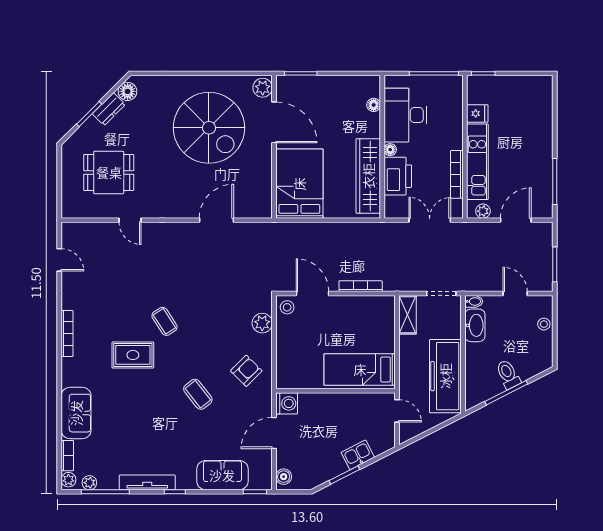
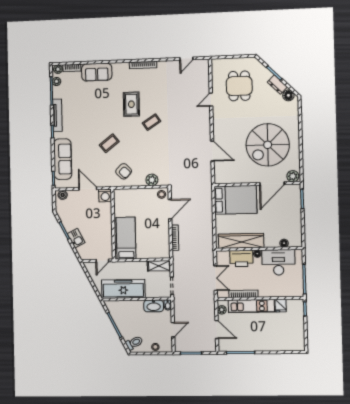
toilet: (508, 374) -> (134, 343), moved
sofa: (222, 475) -> (63, 159), width x1.36

